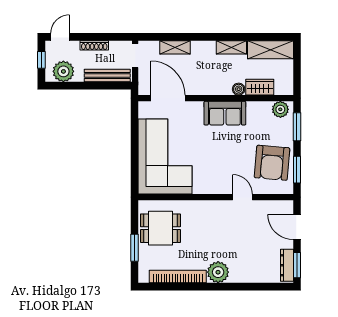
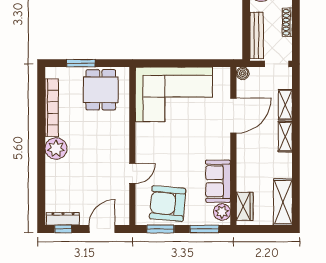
shelving: (231, 47) -> (285, 137), moved
wardrobe: (260, 87) -> (245, 206), moved
boiler: (239, 89) -> (243, 73), moved
door: (168, 98) -> (233, 115), moved
sofa: (225, 113) -> (218, 181), moved
window: (297, 265) -> (63, 229), width x0.67

